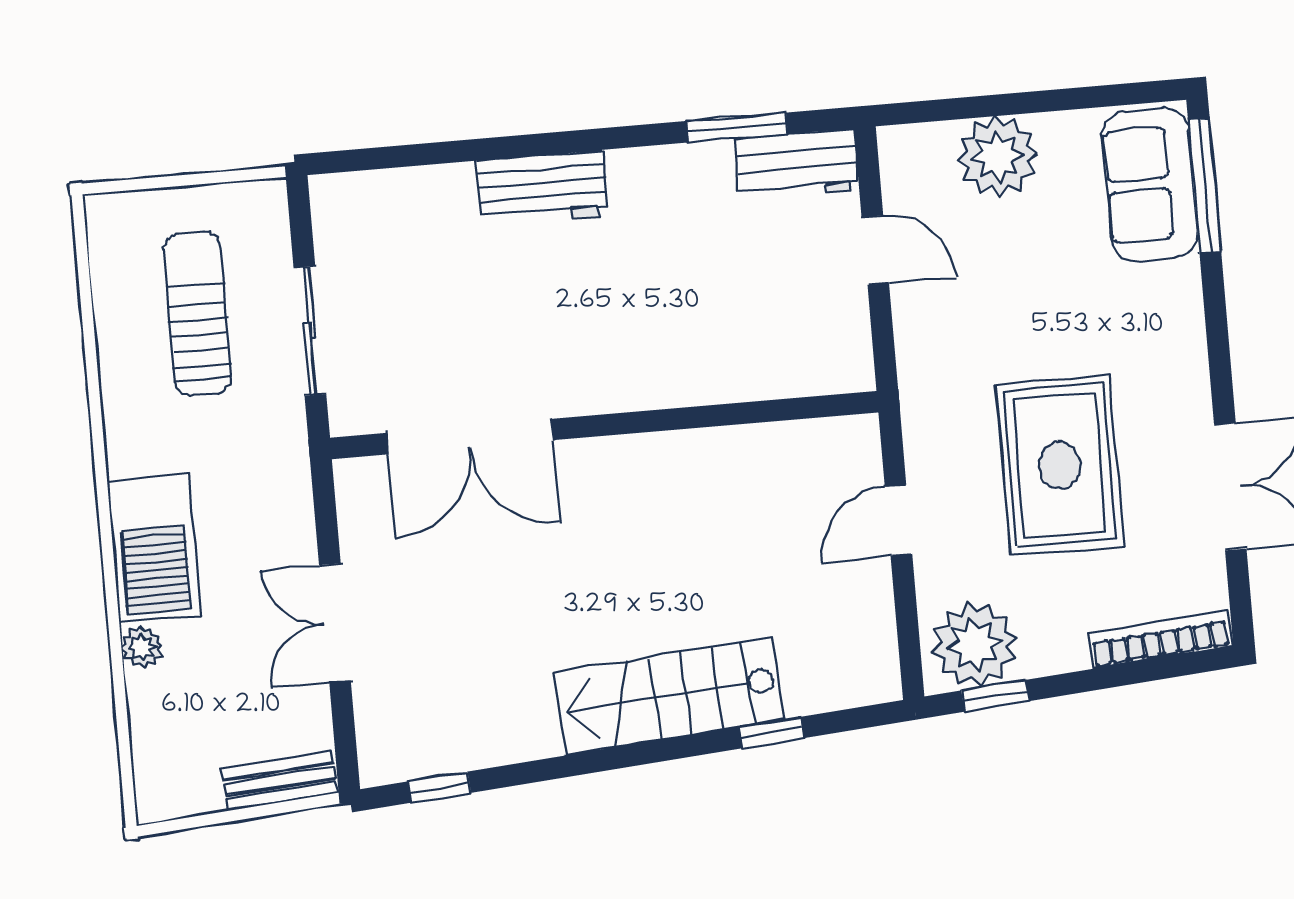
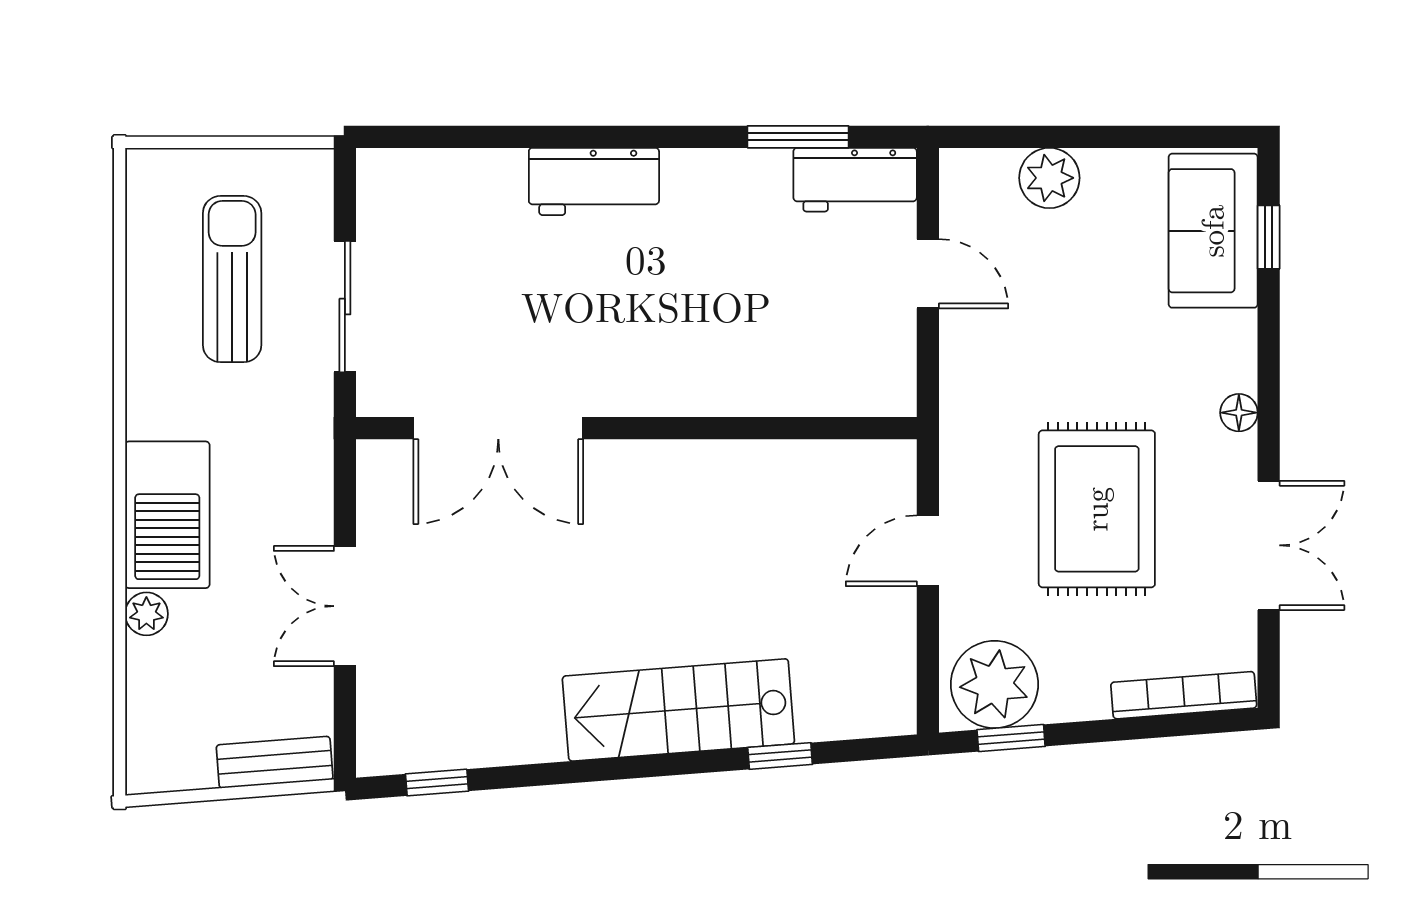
plant: (998, 156) -> (1049, 178), width x0.73, depth x0.73
window: (1205, 186) -> (1269, 237), width x0.46
floor lamp: (1190, 359) -> (1239, 413), added

